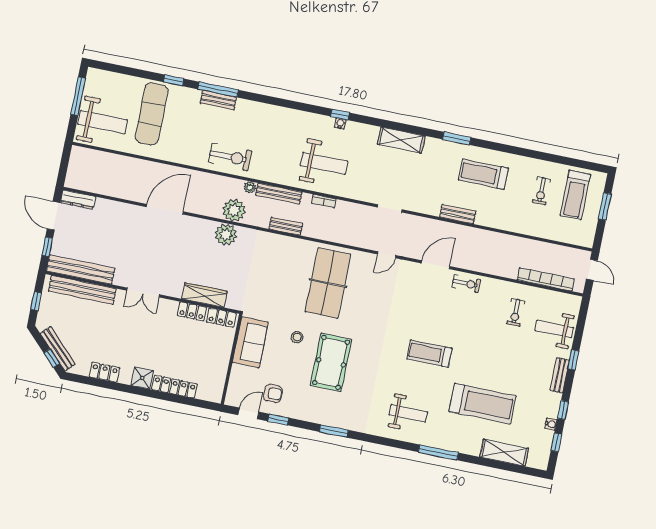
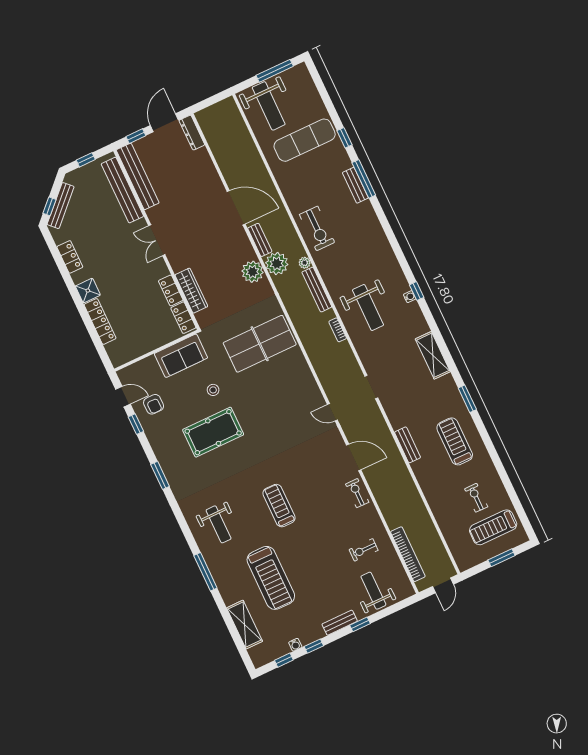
exercise bike: (541, 191) -> (476, 498), turned 90
bench: (286, 226) -> (260, 240), moved
table tennis table: (328, 283) -> (260, 344), moved
exercise bike: (466, 283) -> (357, 493), turned 180

